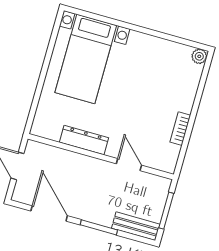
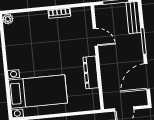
door: (129, 165) -> (95, 37), swing flipped

